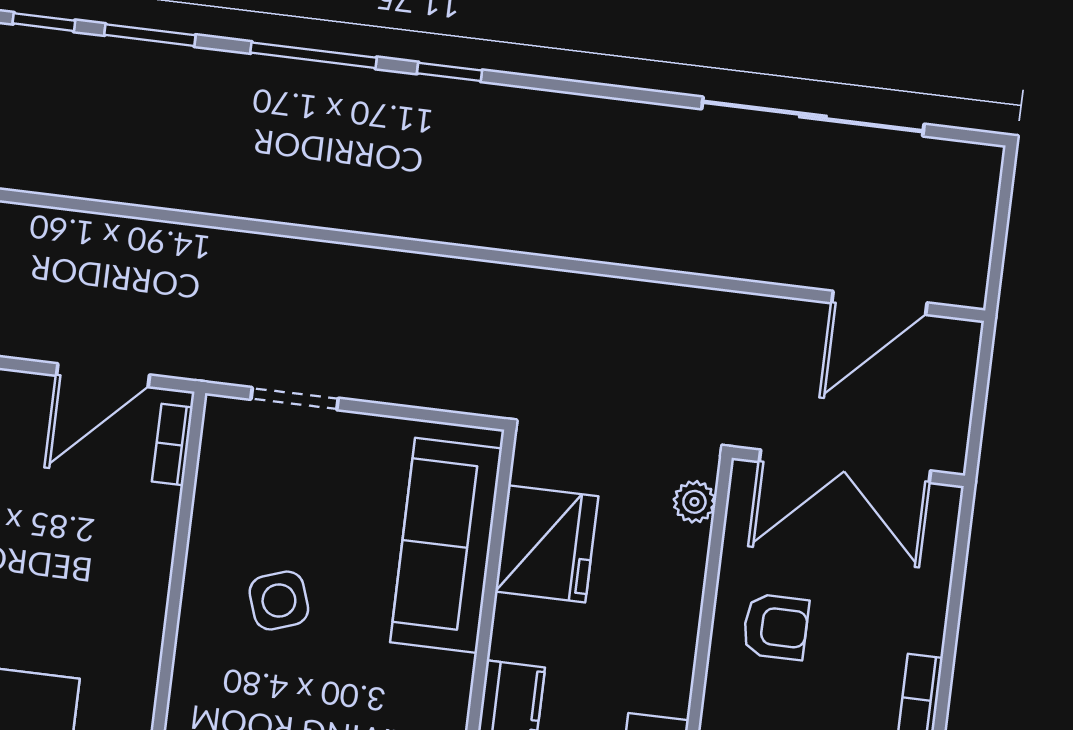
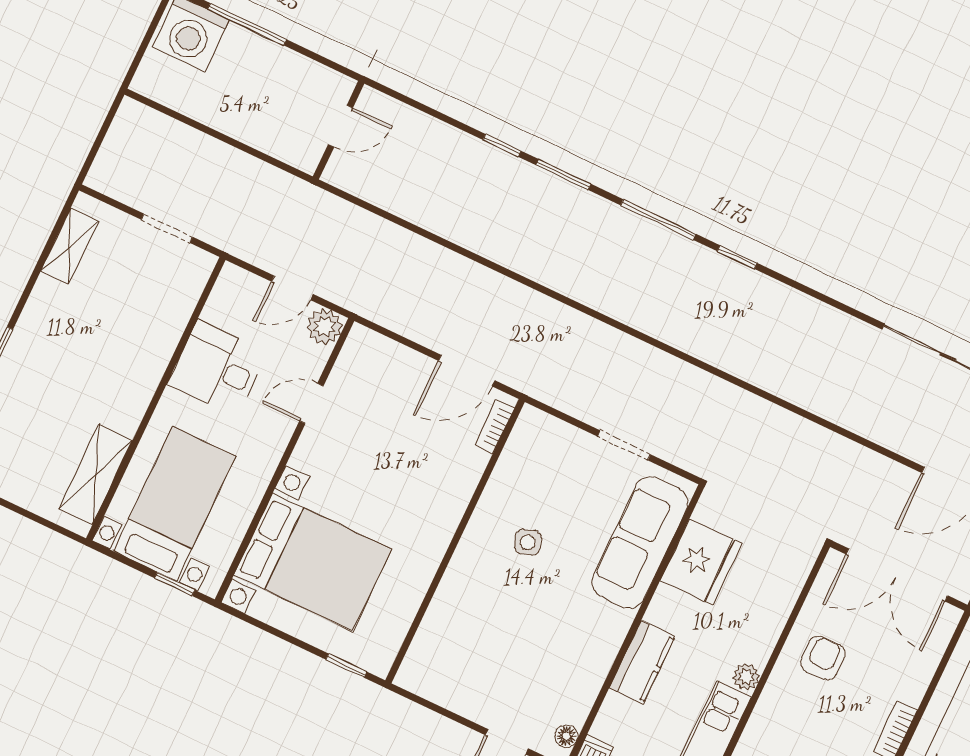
doorway: (295, 399) -> (624, 445), moved
plant: (694, 502) -> (746, 677), moved
side table: (279, 601) -> (528, 542), width x0.73, depth x0.73
armchair: (776, 627) -> (823, 658), turned -90

